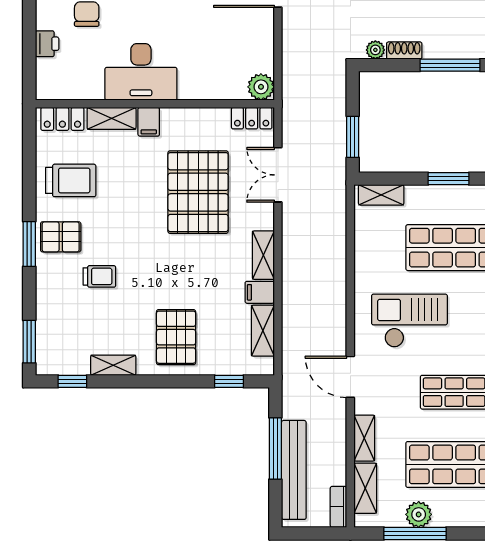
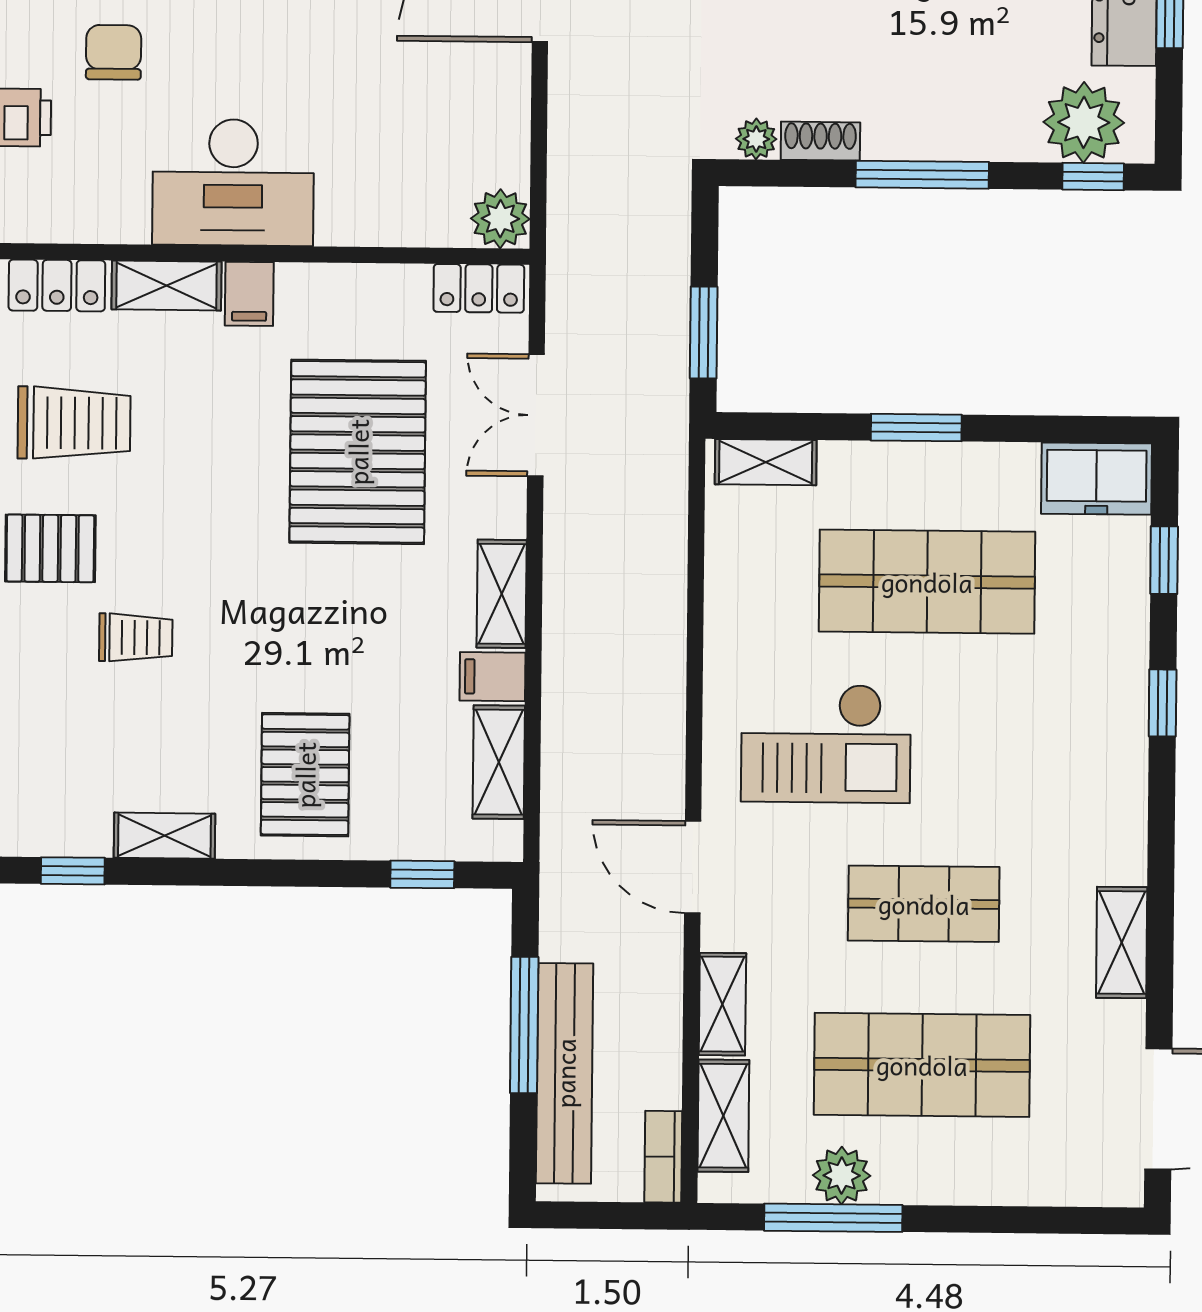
checkout: (409, 321) -> (826, 743), turned 180

